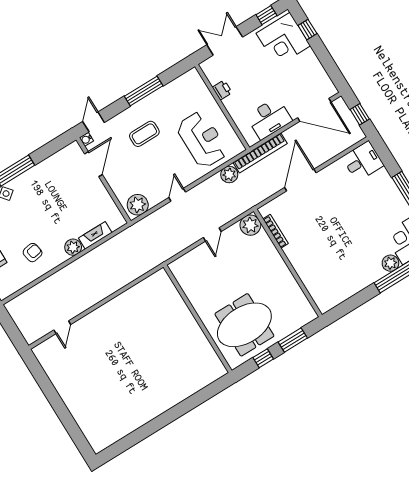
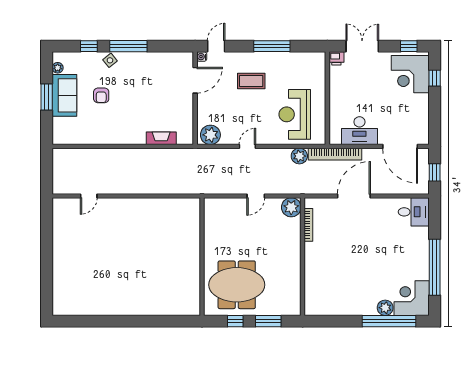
printer: (222, 90) -> (336, 58), moved, turned 90
reception desk: (202, 140) -> (295, 114), turned 180
plant: (73, 247) -> (137, 137), removed
armchair: (33, 253) -> (101, 95), moved, turned 100

